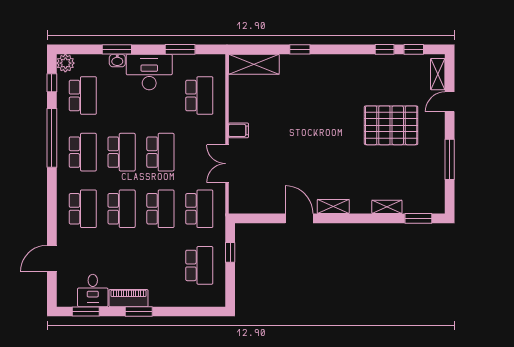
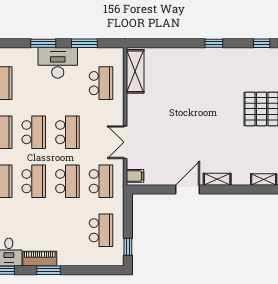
window: (117, 49) -> (43, 43), moved
window: (300, 49) -> (214, 43), moved
washbasin: (117, 61) -> (30, 53), removed
shelving: (254, 64) -> (135, 71), moved, turned 90
filing cabinet: (239, 130) -> (135, 176), moved
door: (299, 218) -> (188, 190), hinge flipped
window: (230, 252) -> (128, 247), moved

